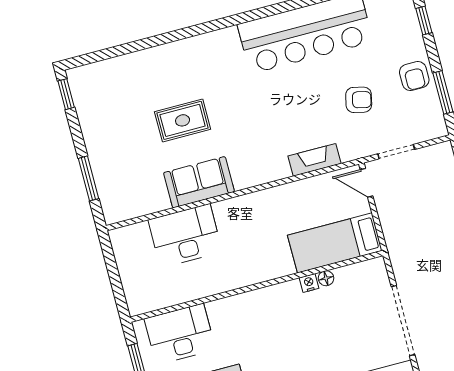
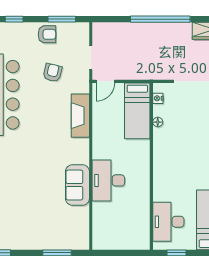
rug: (183, 120) -> (37, 185), removed
fireplace: (315, 160) -> (80, 116), width x1.37, depth x1.32
desk: (185, 236) -> (108, 180), moved
nightstand: (309, 283) -> (158, 98), moved

